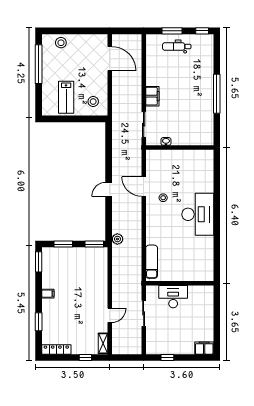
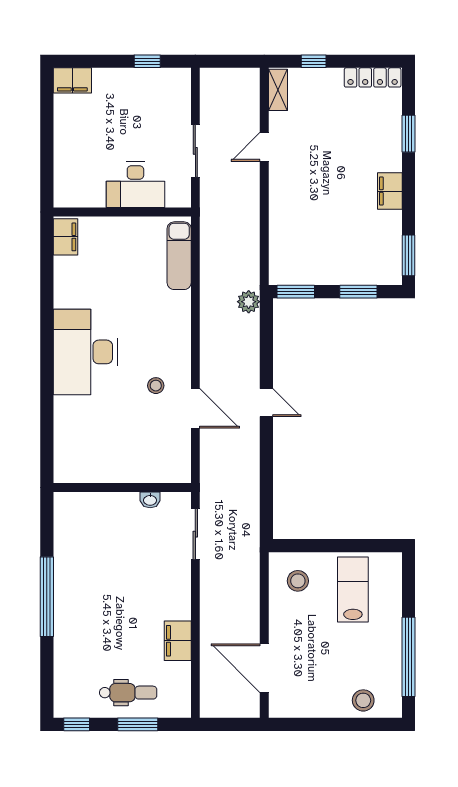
filing cabinet: (152, 96) -> (178, 641), moved
door: (109, 189) -> (266, 403), hinge flipped
filing cabinet: (208, 271) -> (65, 237), added
filing cabinet: (48, 294) -> (390, 191), width x2.00

